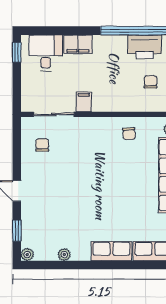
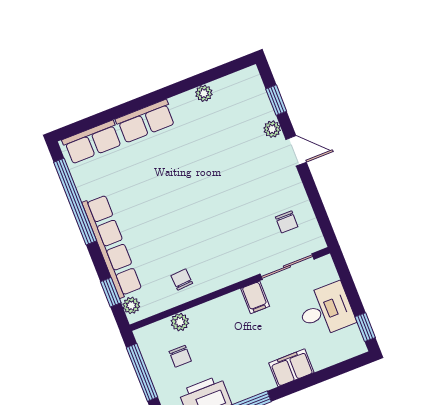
desk: (46, 53) -> (326, 310), moved, turned -90
plant: (142, 105) -> (180, 322), added
plant: (27, 255) -> (272, 129), moved

